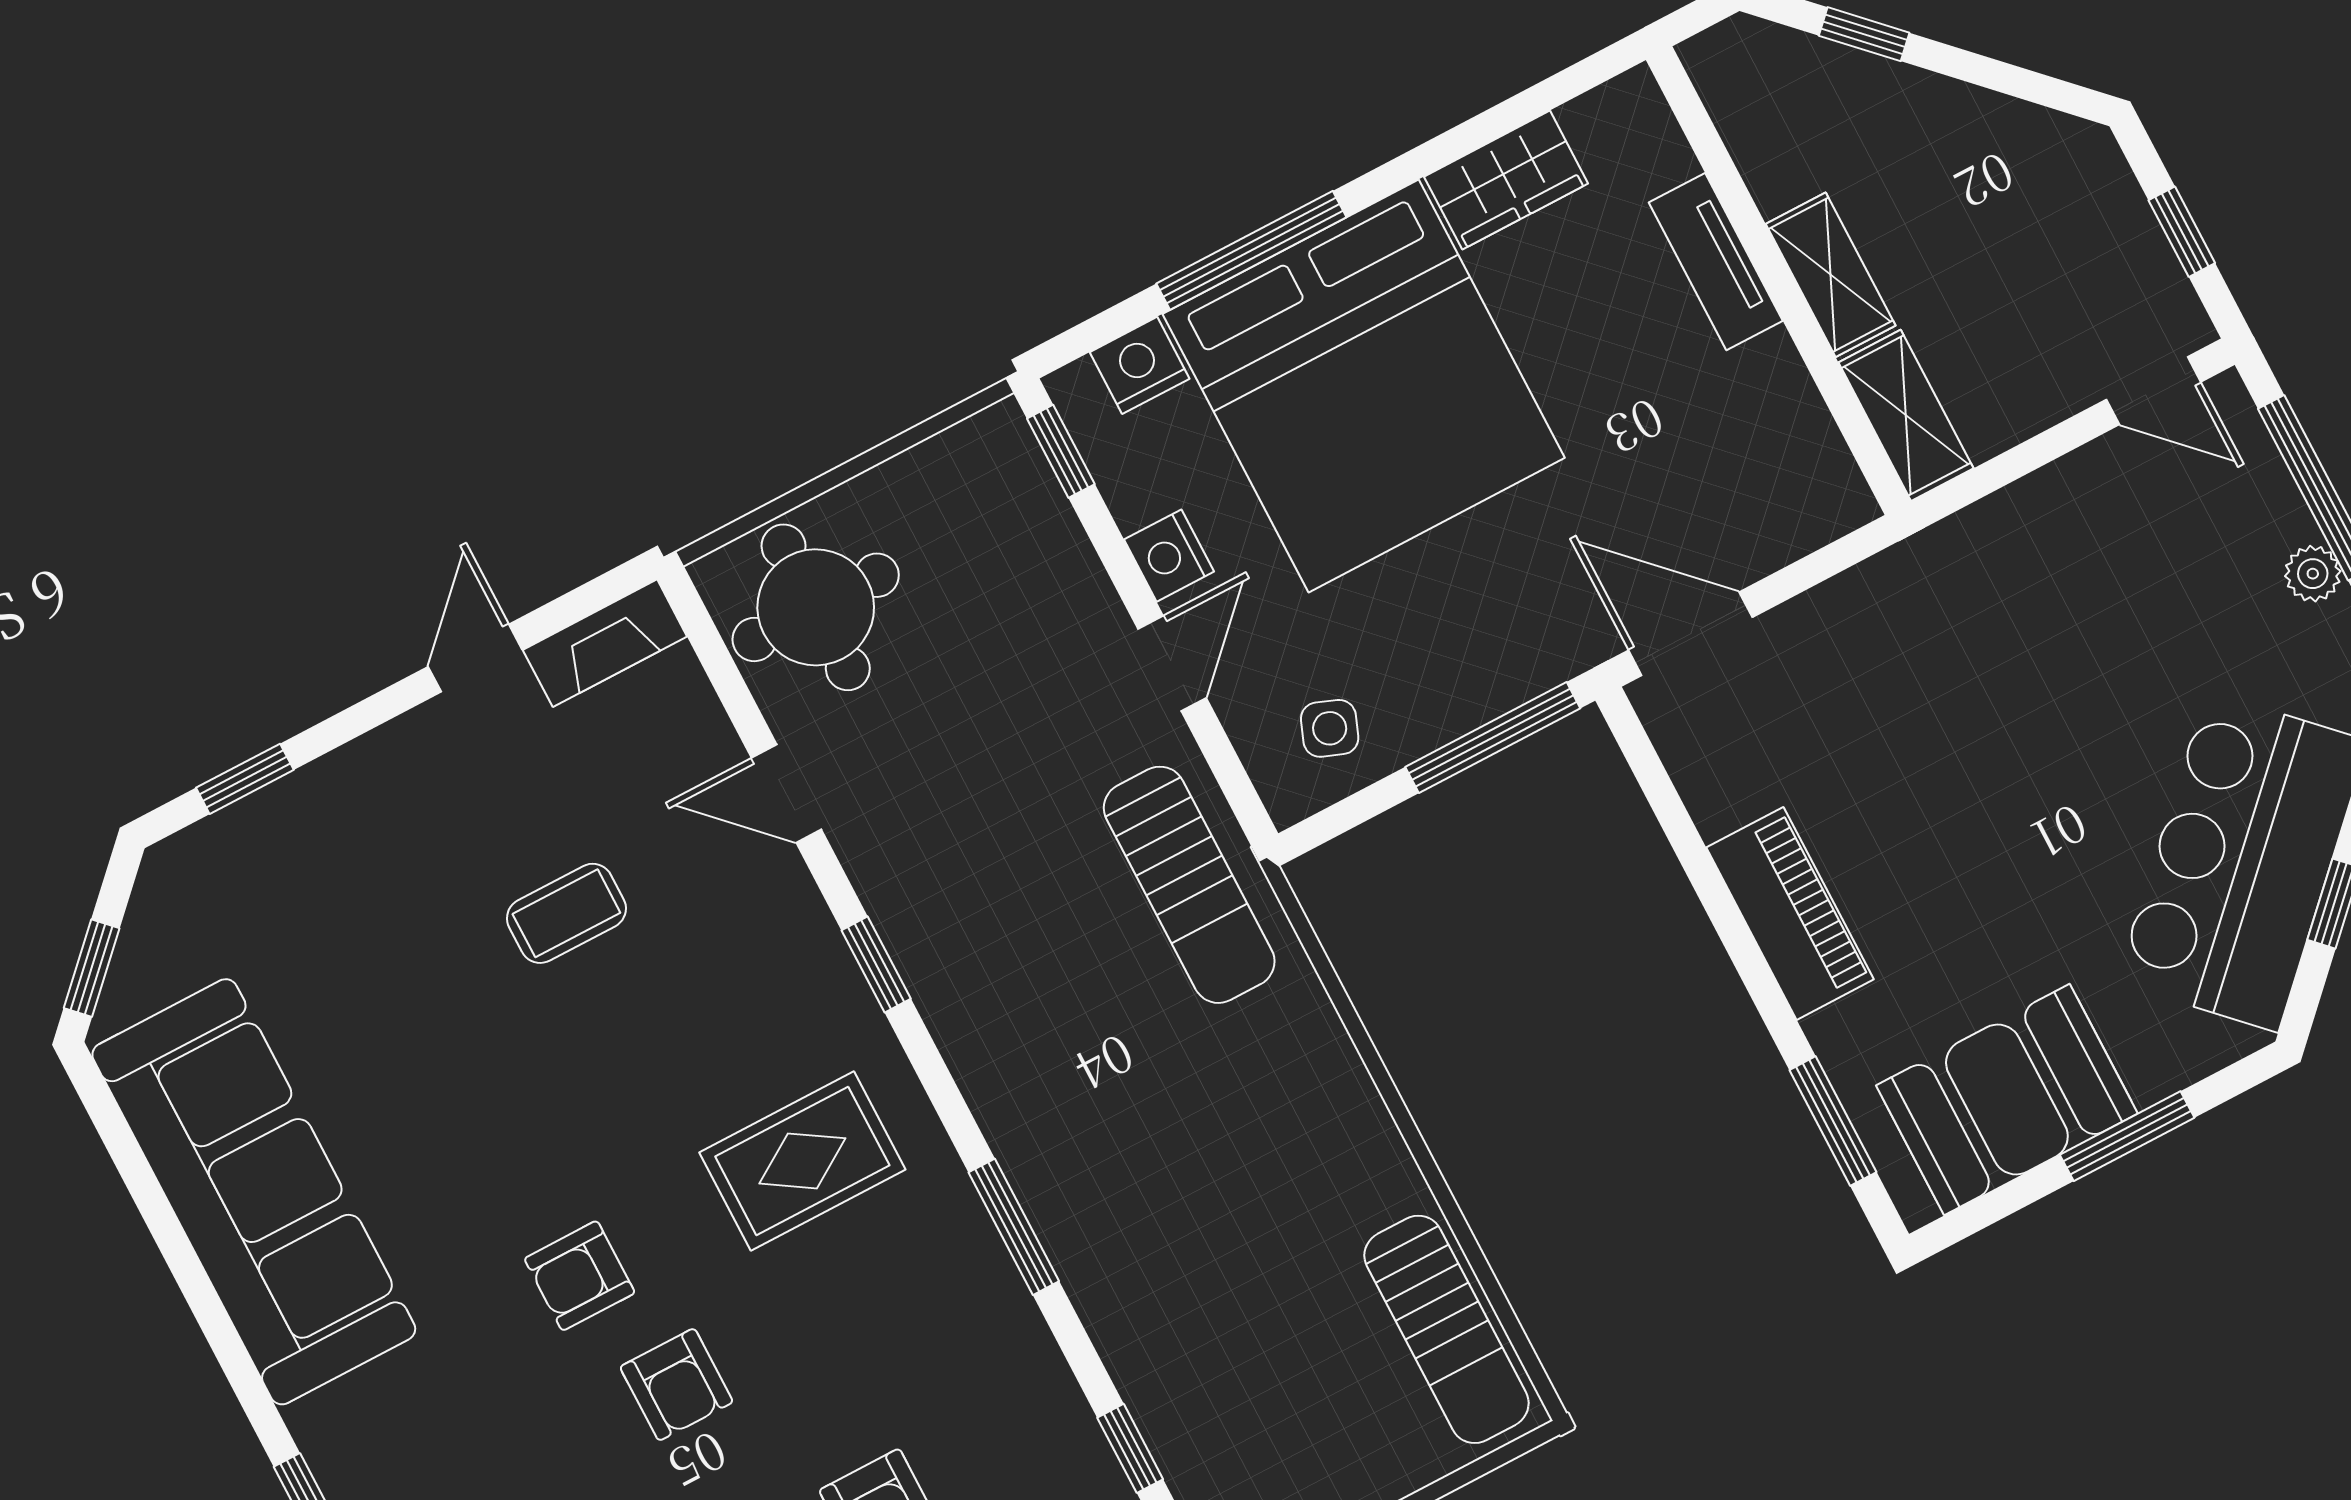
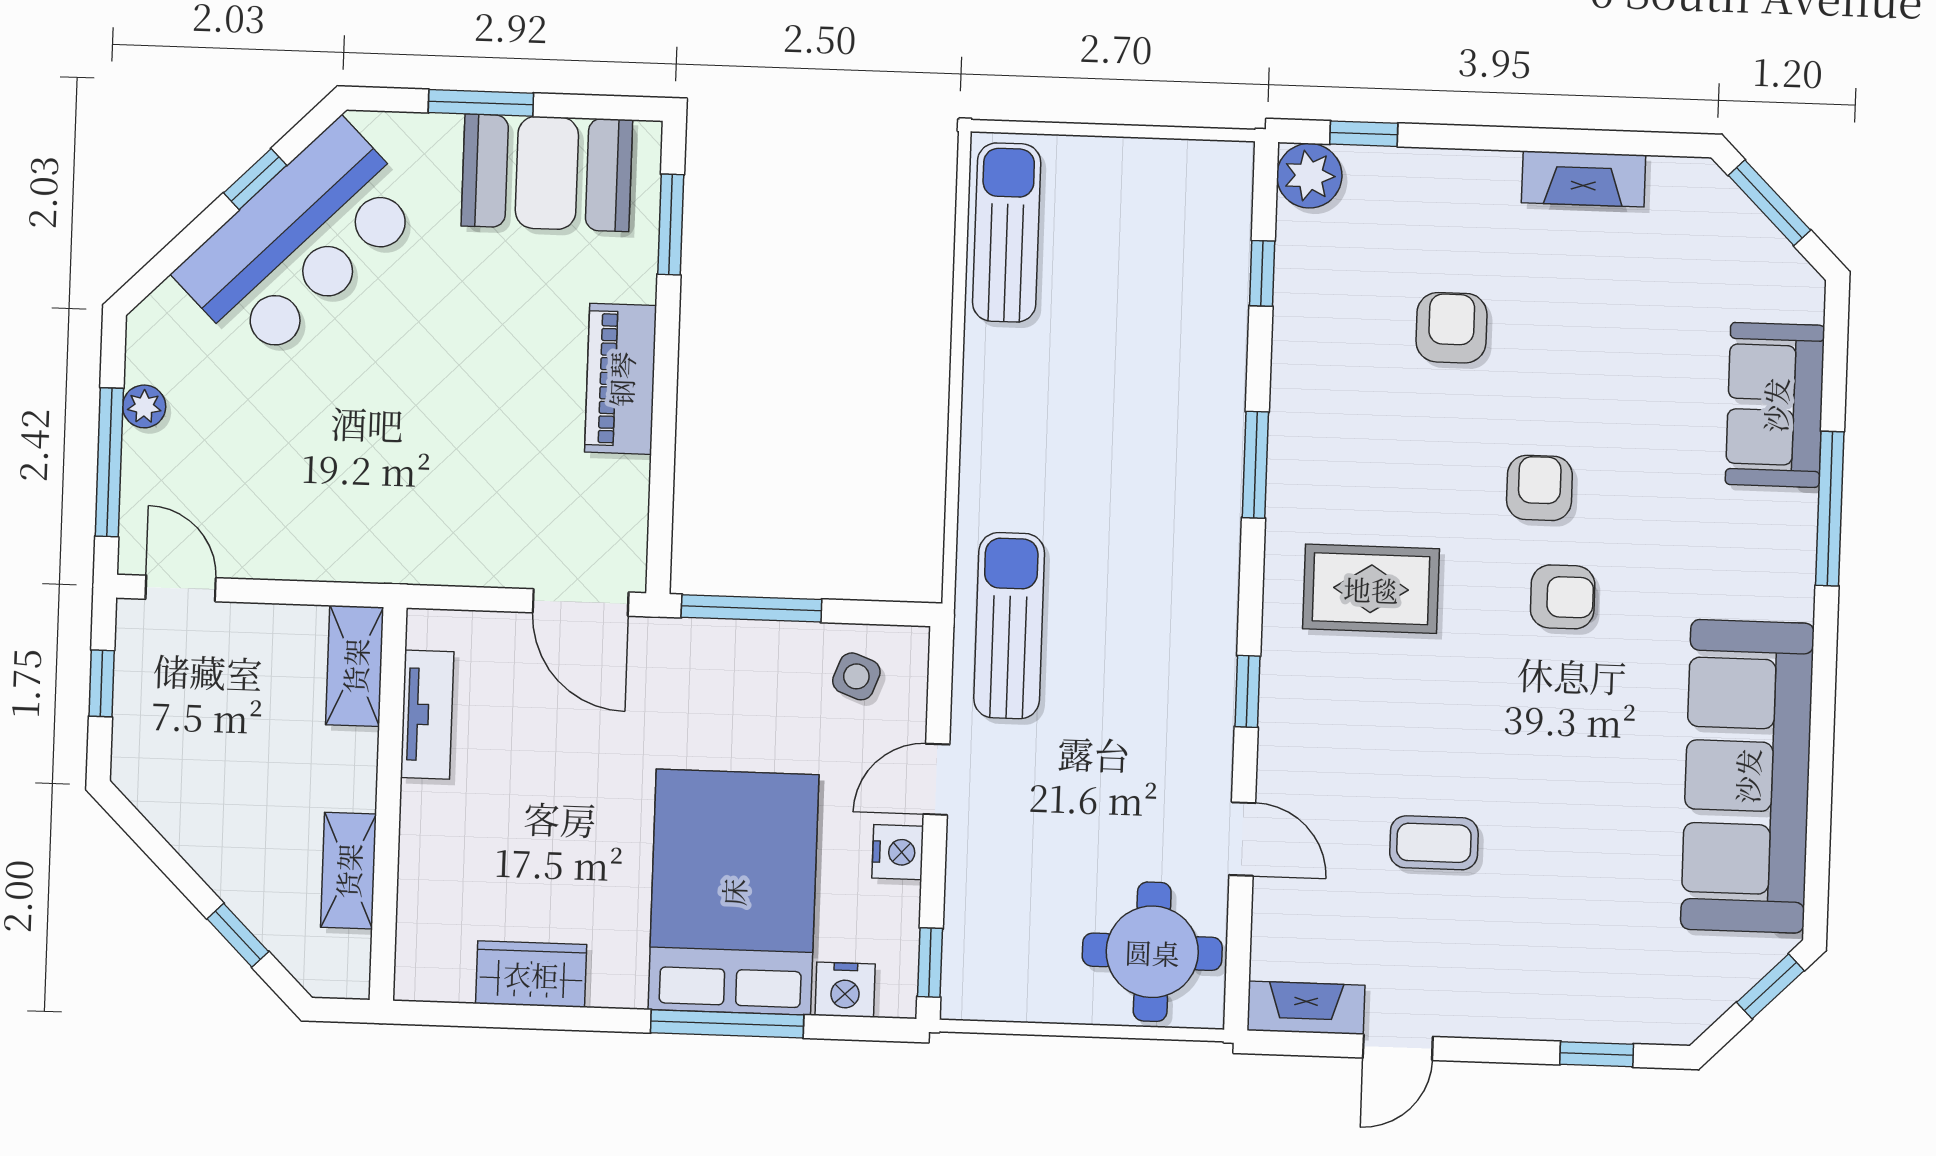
tv unit: (1716, 262) -> (427, 715), moved
shelving: (1831, 275) -> (348, 871), moved
bed: (1364, 386) -> (733, 892), width x0.73

